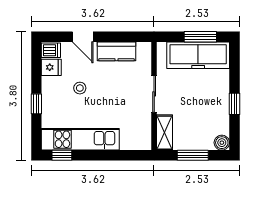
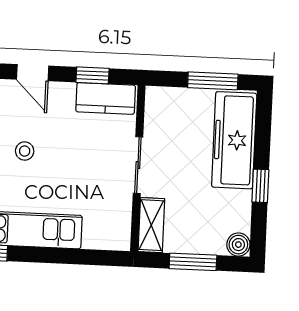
window: (122, 37) -> (93, 75), added
kitchen counter: (117, 51) -> (106, 98), moved
freezer: (198, 55) -> (234, 140), moved, turned 90

